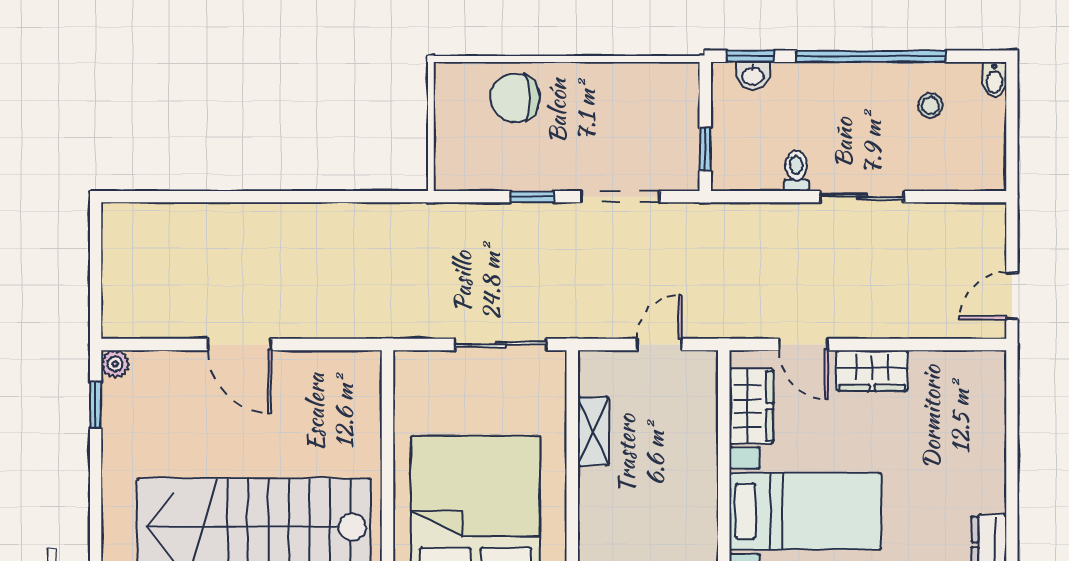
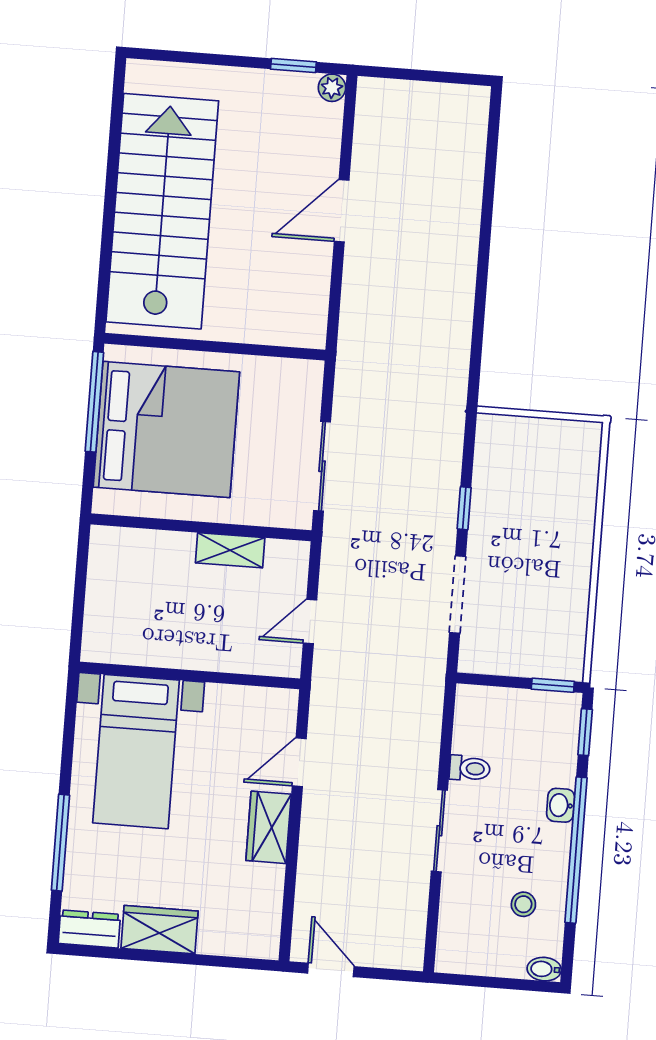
washbasin: (753, 75) -> (561, 805), moved
chair: (515, 98) -> (562, 499), removed
window: (705, 149) -> (553, 685), moved
door: (659, 344) -> (310, 621), swing flipped
wardrobe: (751, 406) -> (160, 930), moved, turned 180

